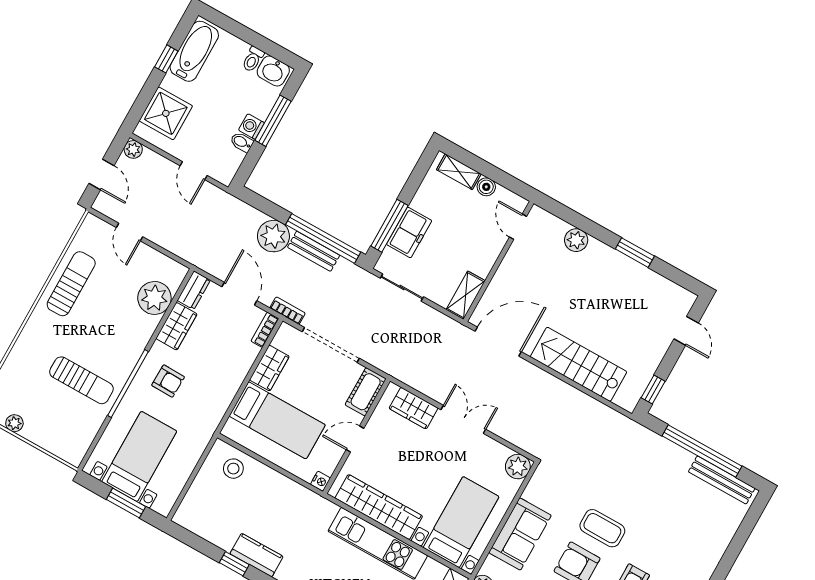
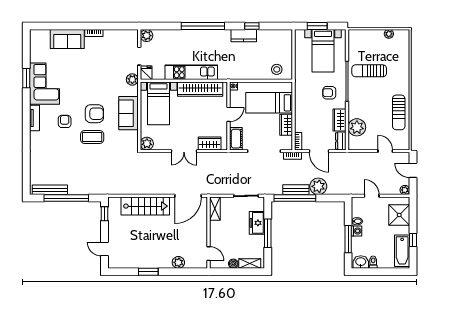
window: (389, 226) -> (268, 233), moved

